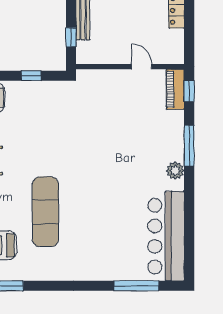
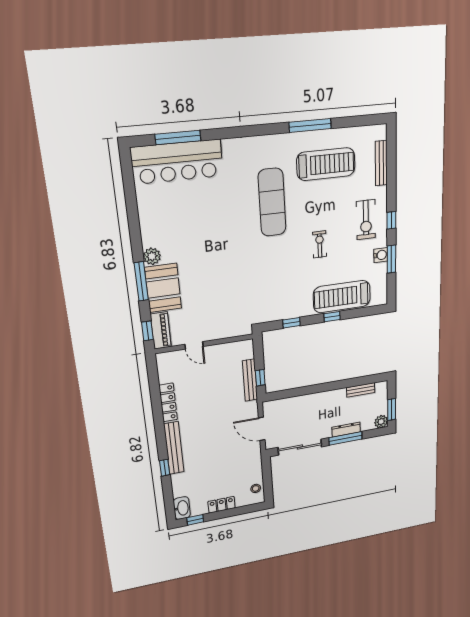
window: (71, 37) -> (260, 378), moved
booth: (168, 135) -> (163, 288), added
bar counter: (166, 236) -> (177, 162), moved, turned 90

